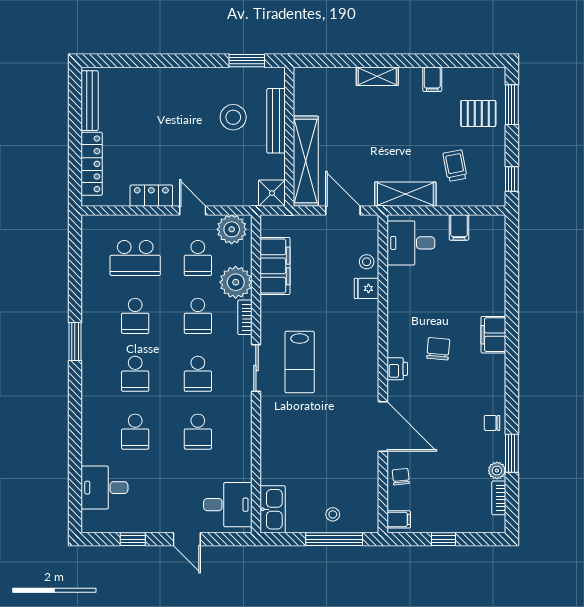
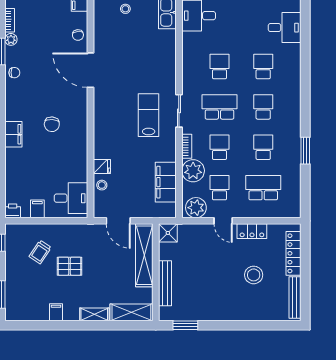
pallet: (478, 113) -> (70, 266), moved
stool: (233, 117) -> (254, 275), moved
trolley: (455, 166) -> (40, 252), turned 45
shelving: (405, 194) -> (131, 312), moved
window: (75, 342) -> (305, 151), moved
printer: (397, 369) -> (13, 211), moved, turned 90
school desk: (198, 374) -> (219, 107), width x1.85

